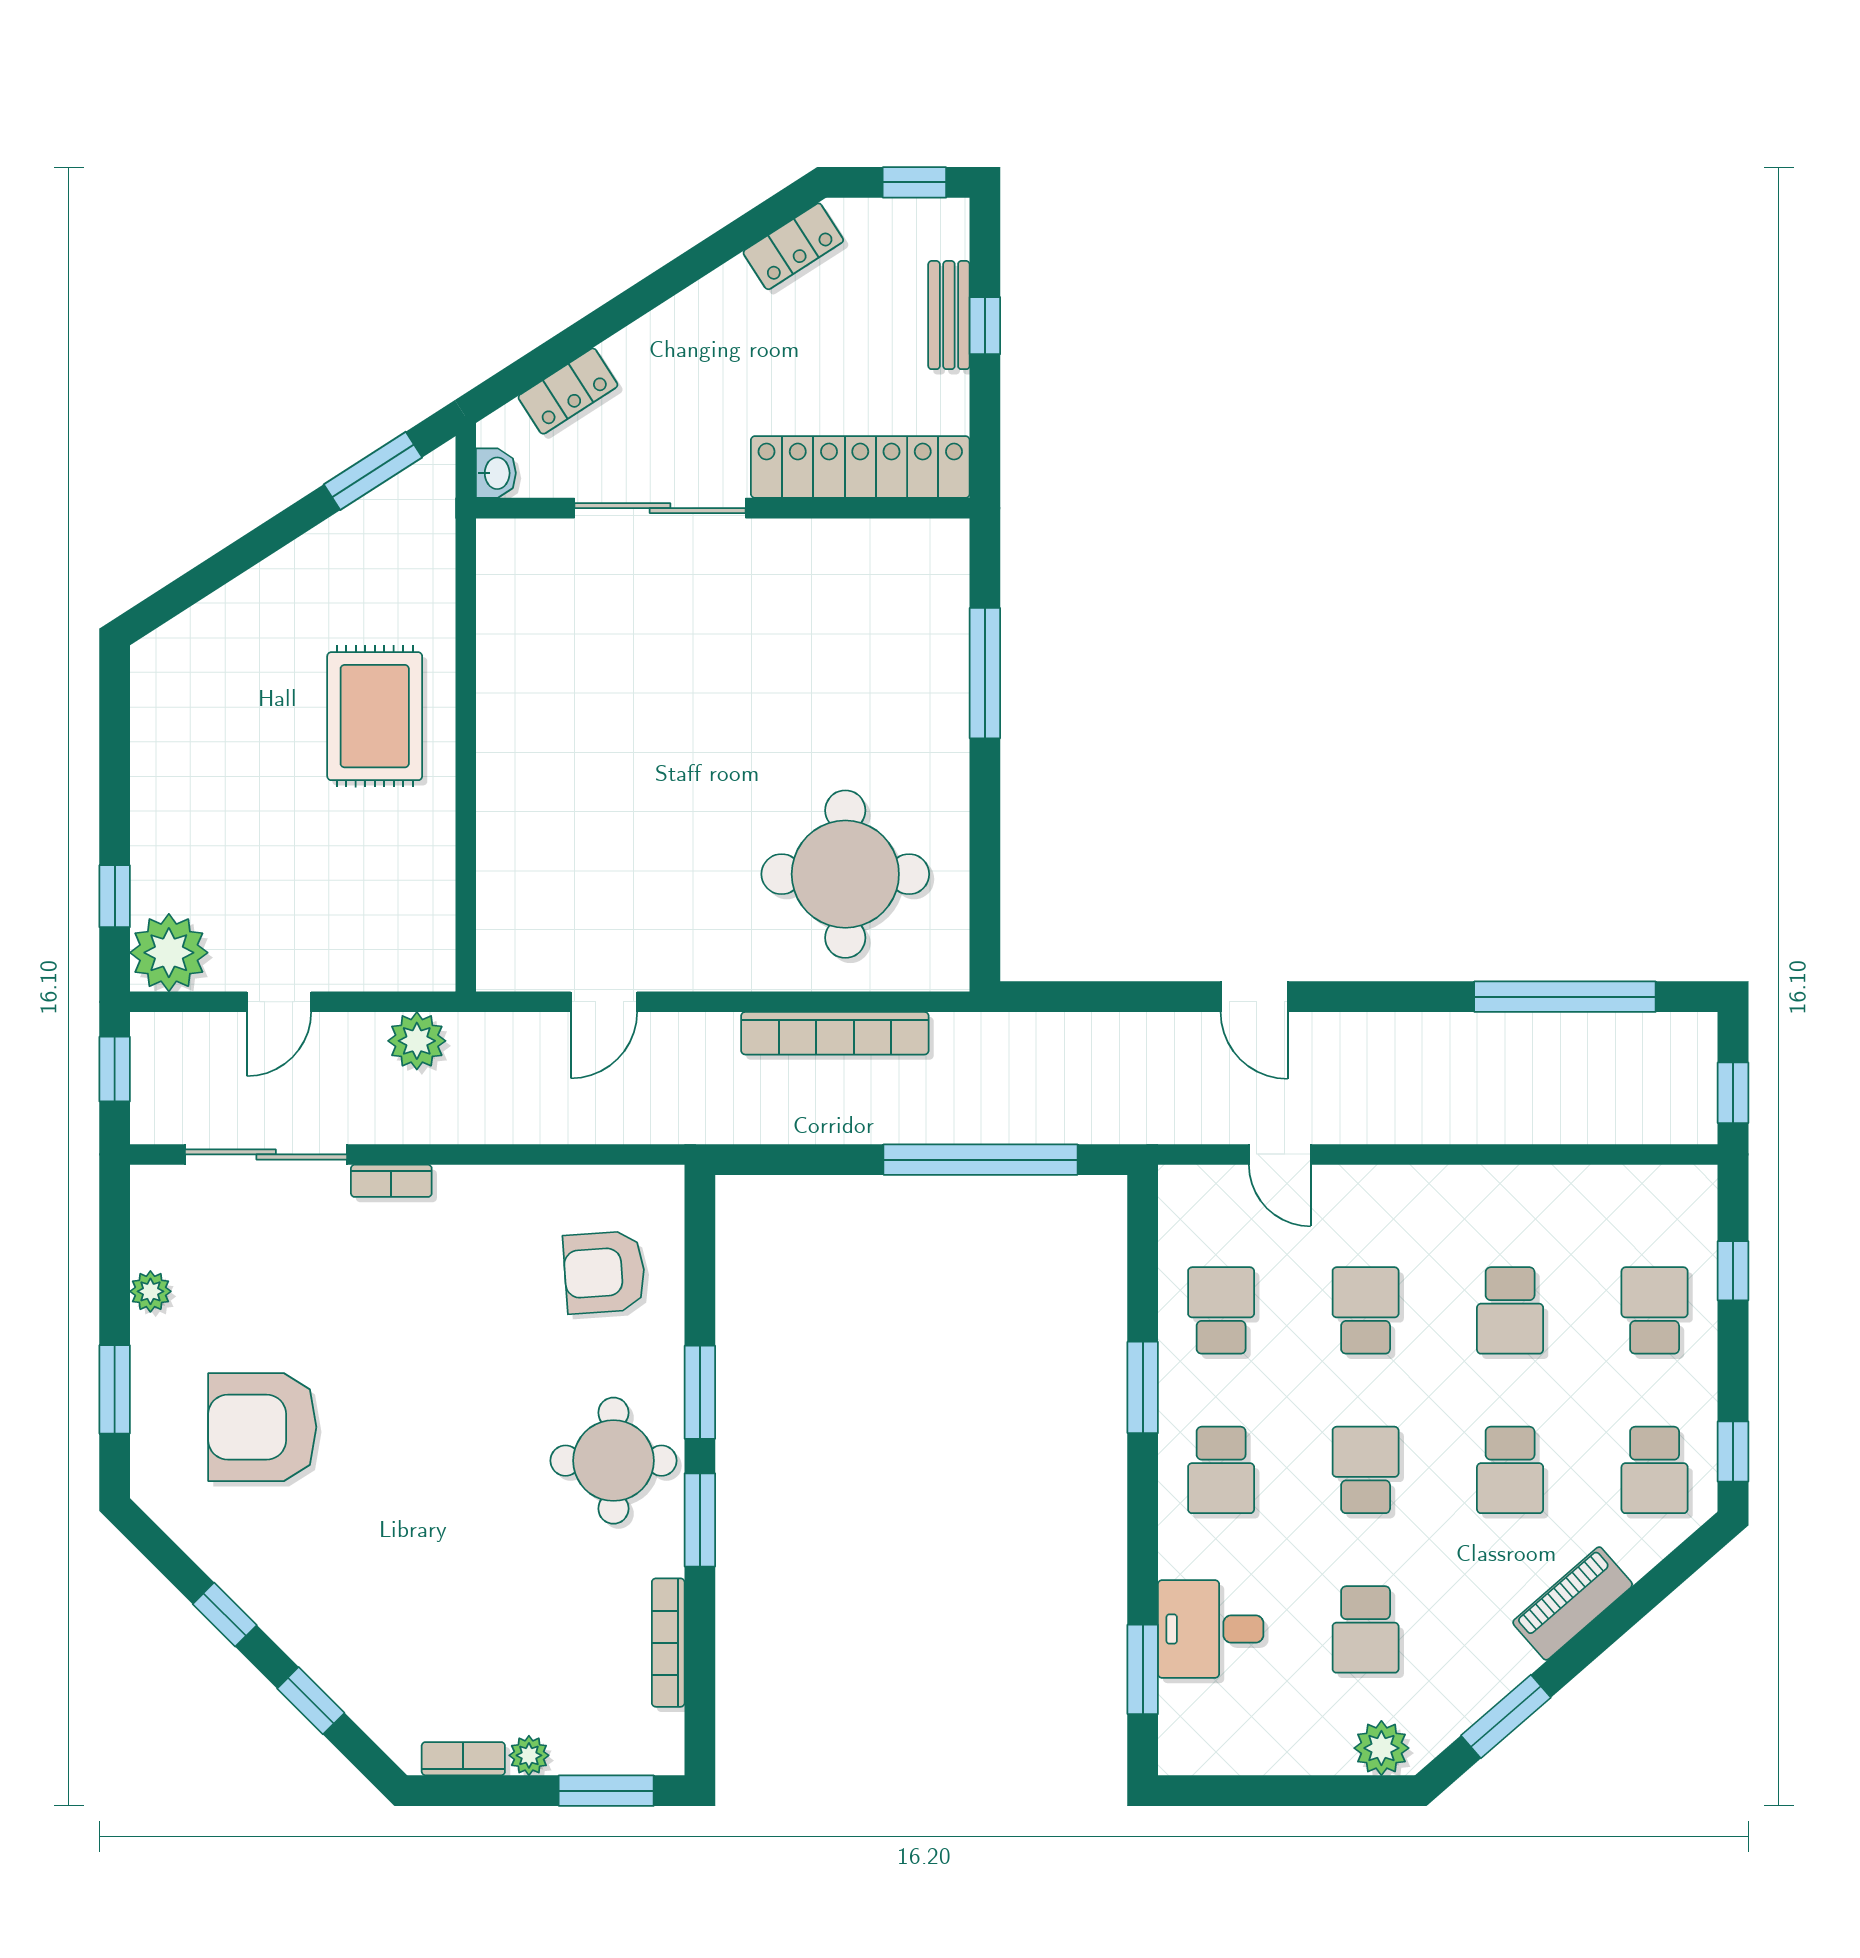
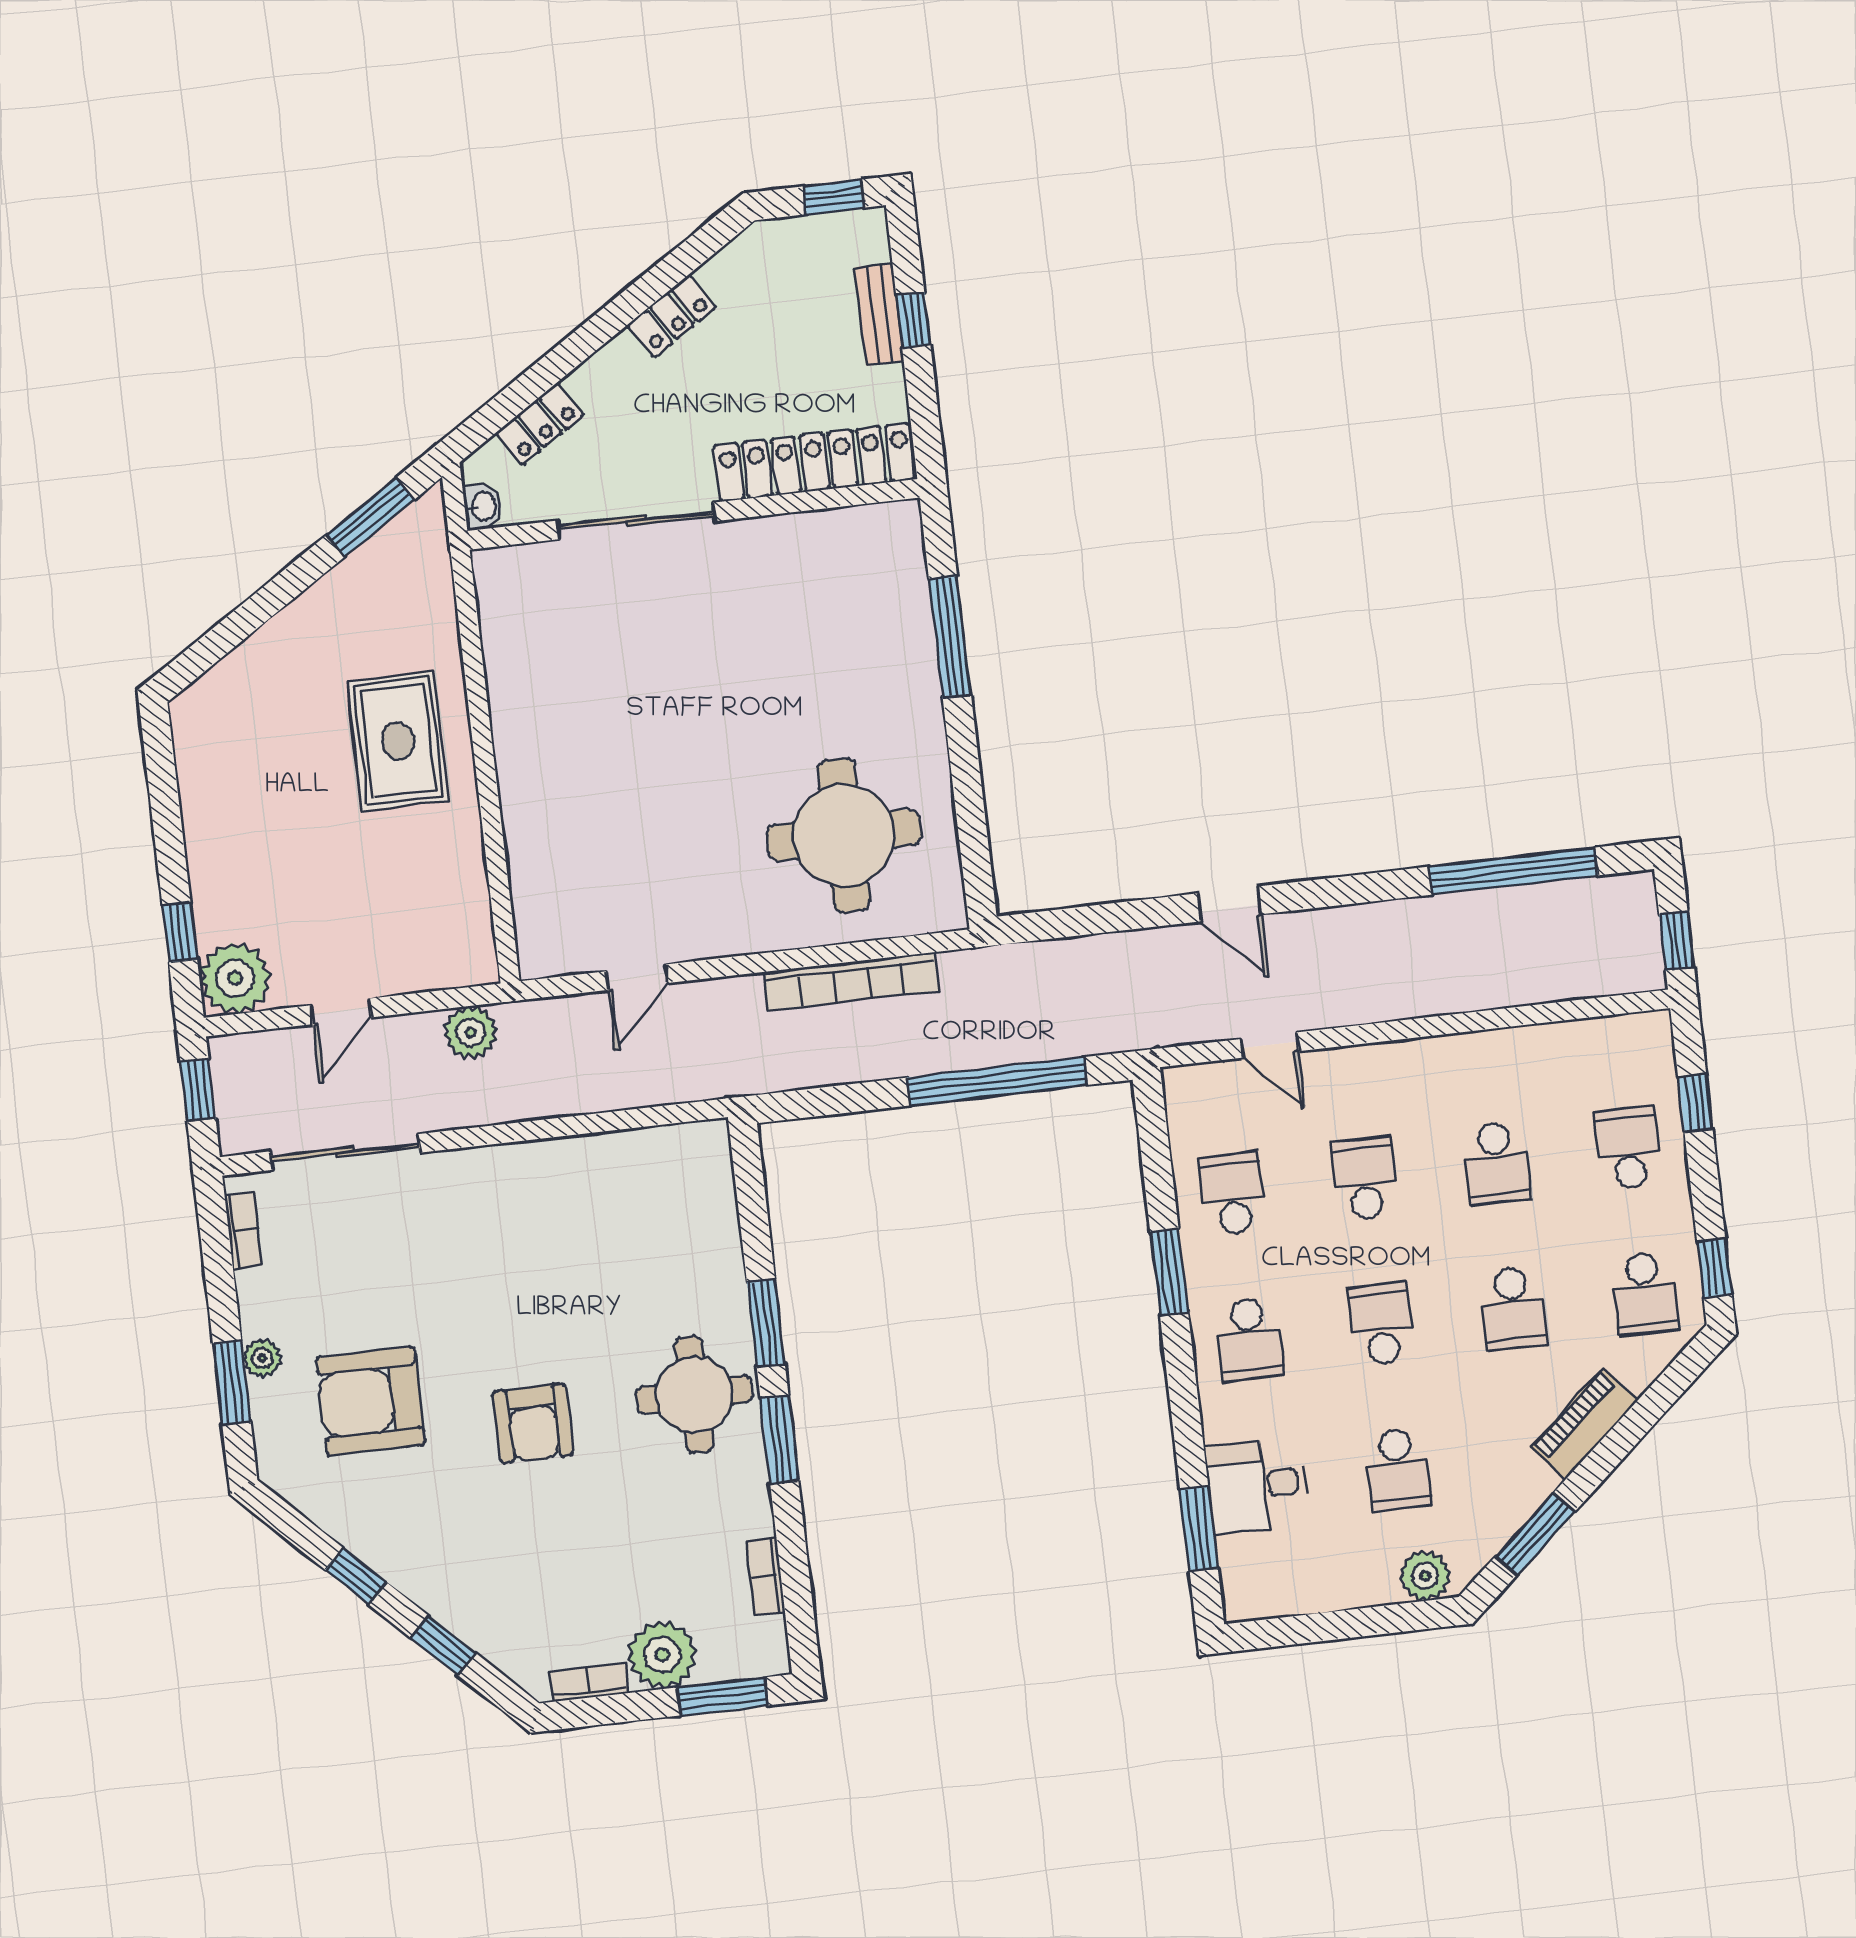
locker: (793, 246) -> (672, 316), moved
bookcase: (391, 1181) -> (243, 1230), moved, turned -90
armchair: (604, 1272) -> (533, 1423), moved, turned -86
plant: (150, 1291) -> (262, 1358), moved
bookcase: (668, 1643) -> (766, 1576), width x0.64
plant: (529, 1755) -> (662, 1655), width x1.87, depth x1.87

